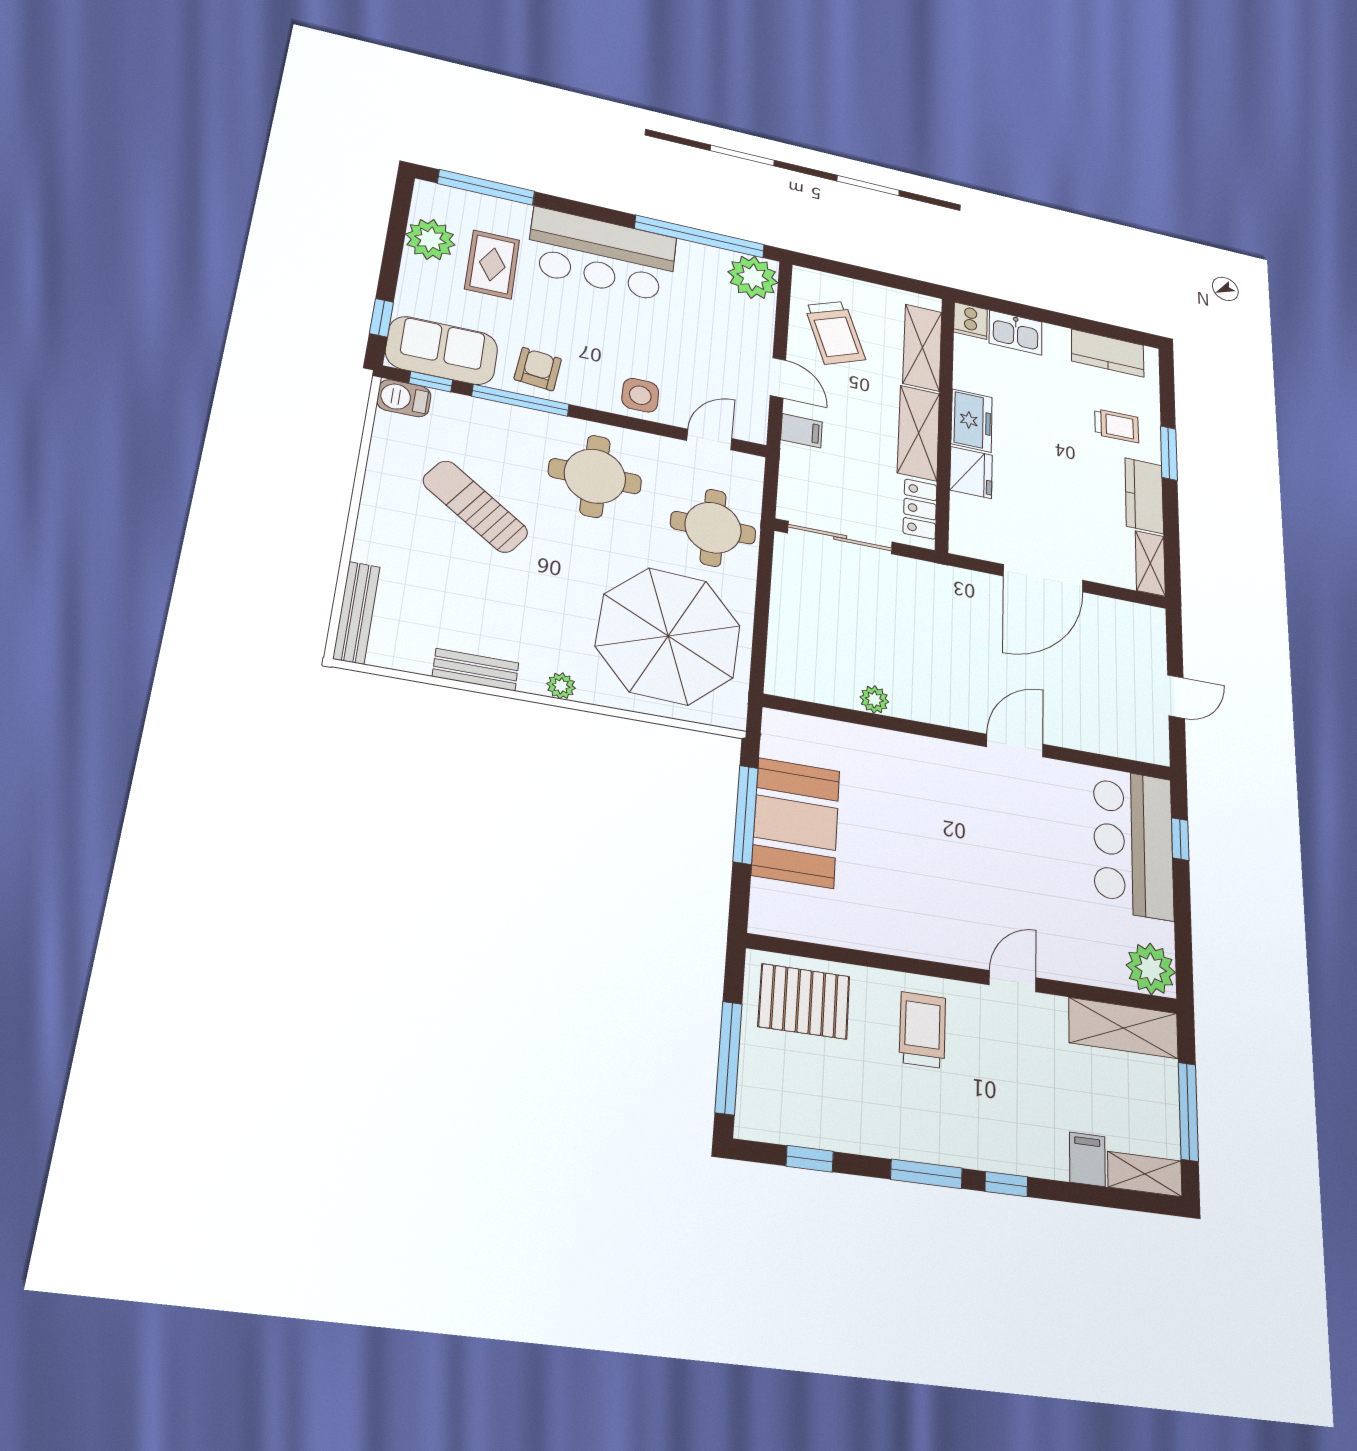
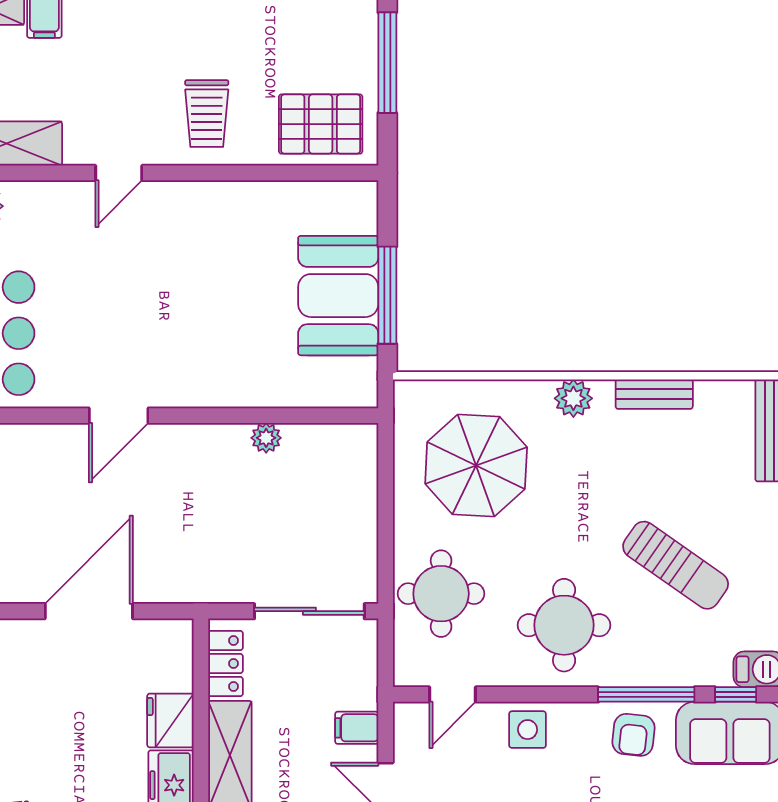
parasol: (668, 636) -> (476, 465), width x0.73, depth x0.73
plant: (561, 686) -> (573, 398), width x1.38, depth x1.38

